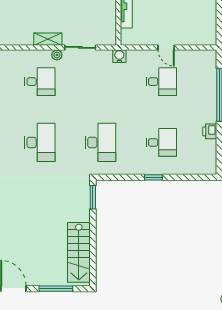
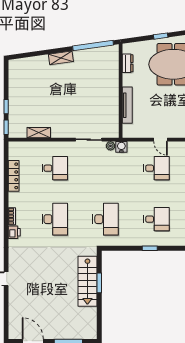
shelving: (48, 39) -> (39, 133), moved
plant: (57, 55) -> (110, 146), moved
window: (93, 197) -> (99, 283), moved
stairs: (79, 252) -> (87, 281), moved

